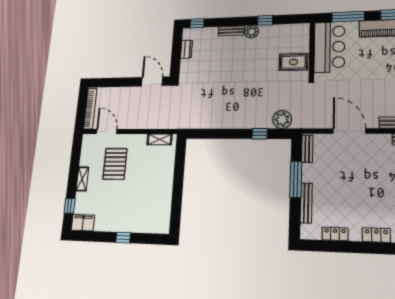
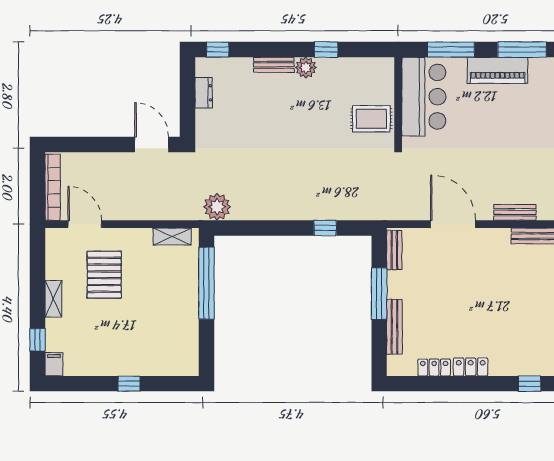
plant: (282, 120) -> (217, 207), moved
window: (179, 170) -> (206, 283), added
filing cabinet: (83, 223) -> (54, 364), width x0.50
locker: (376, 235) -> (471, 367), moved

